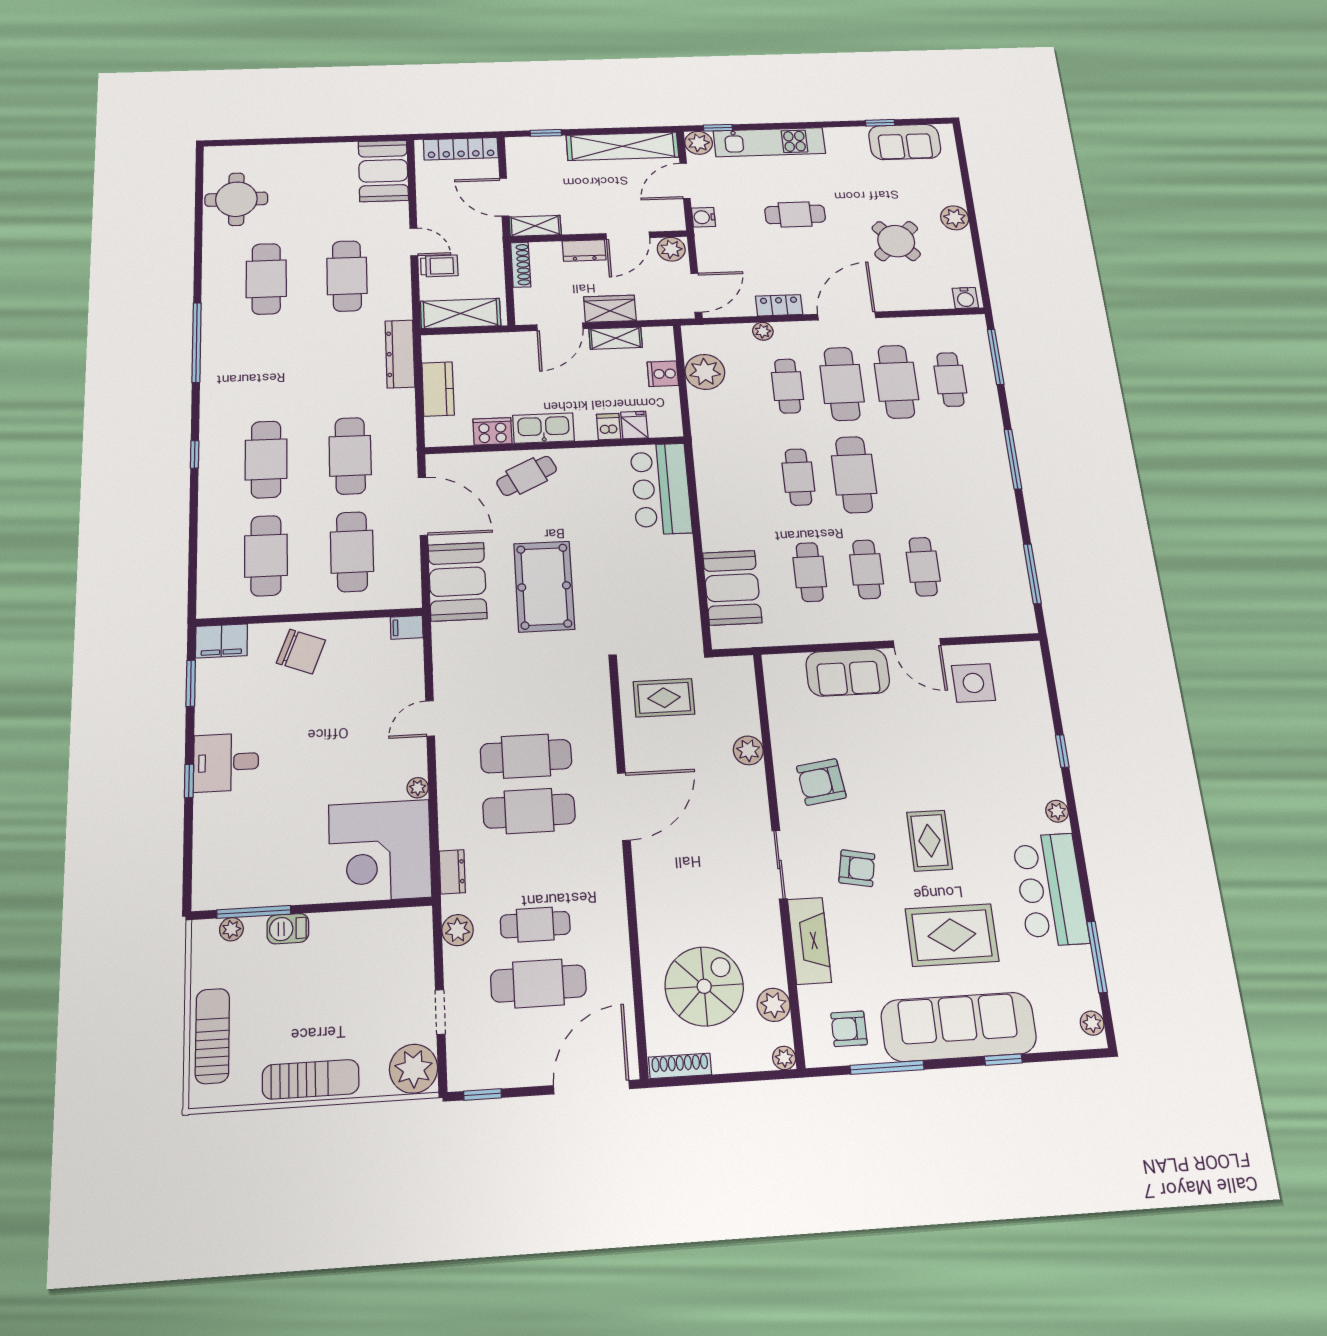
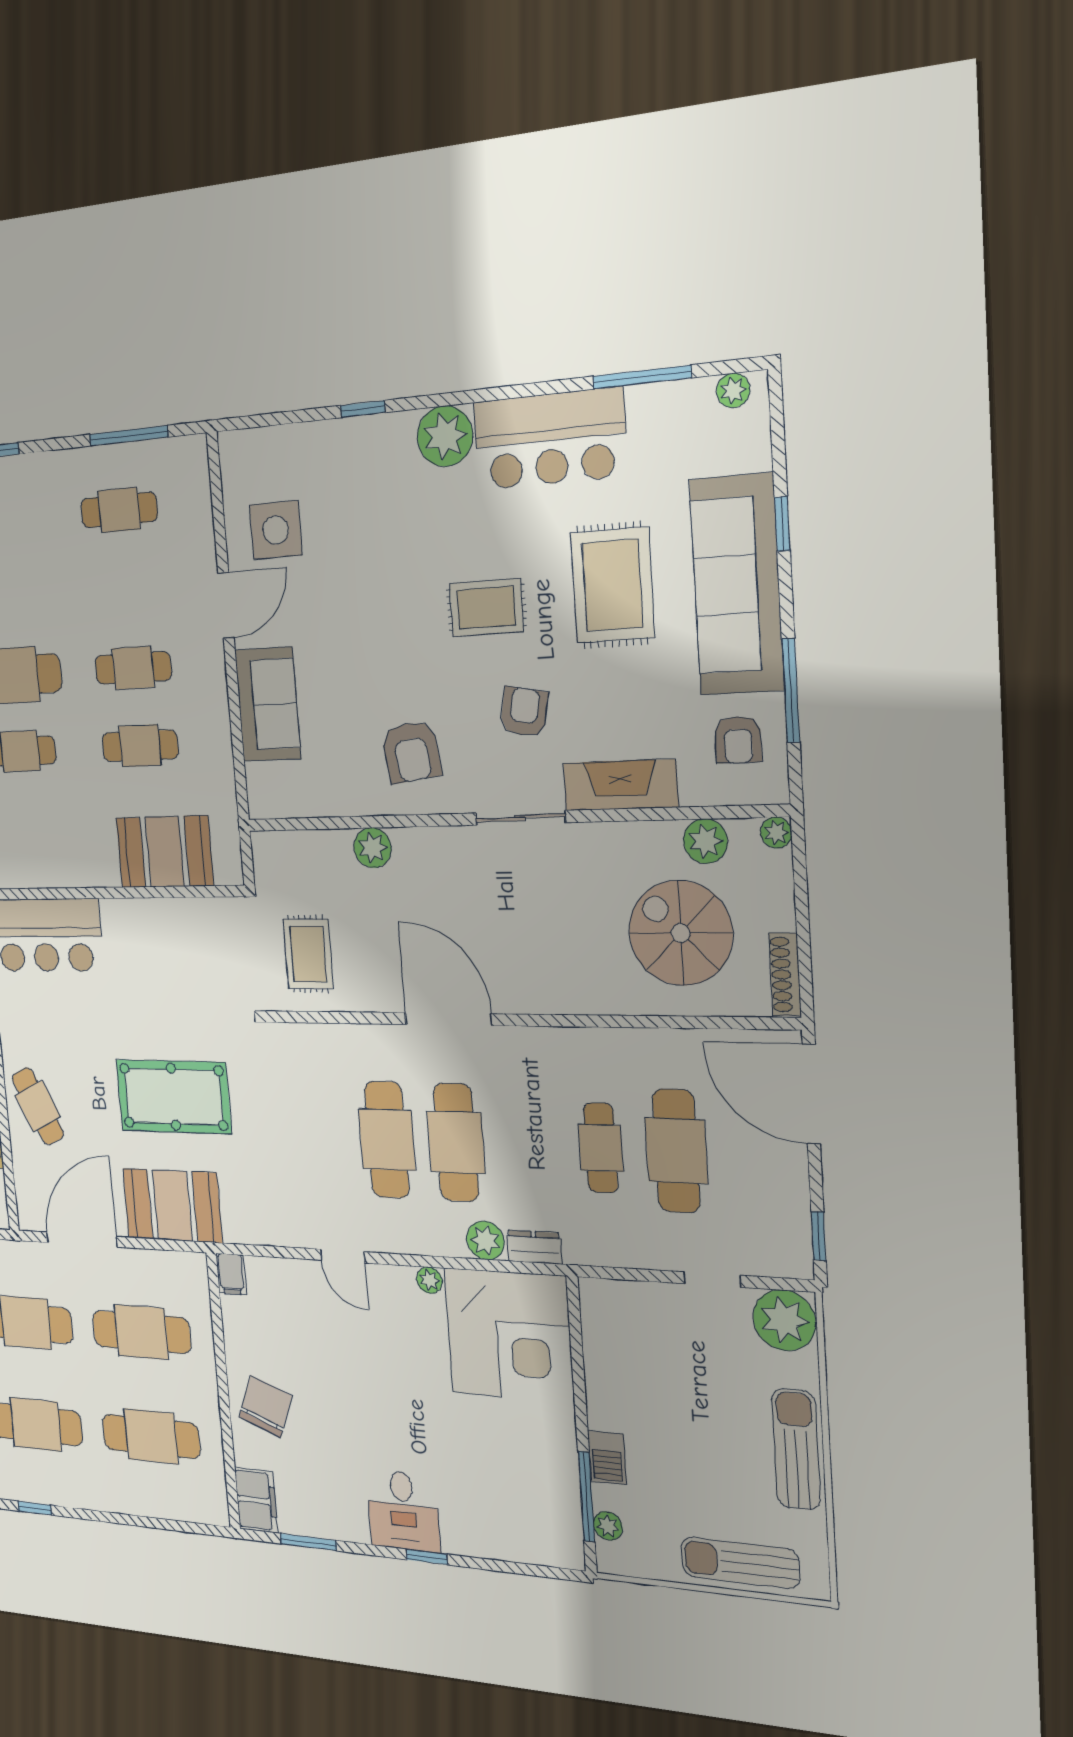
cafe table: (923, 567) -> (119, 510), moved
plant: (1057, 811) -> (445, 436), width x1.88, depth x1.88
plant: (458, 930) -> (485, 1240), moved

